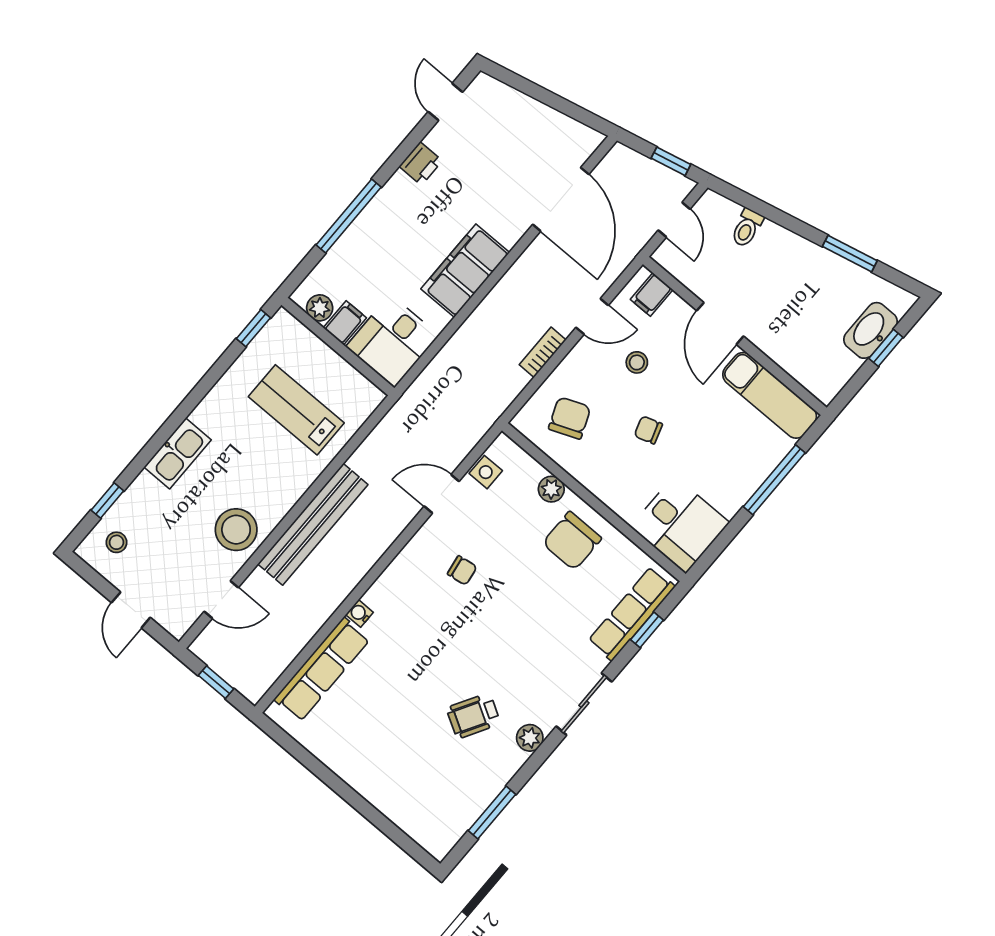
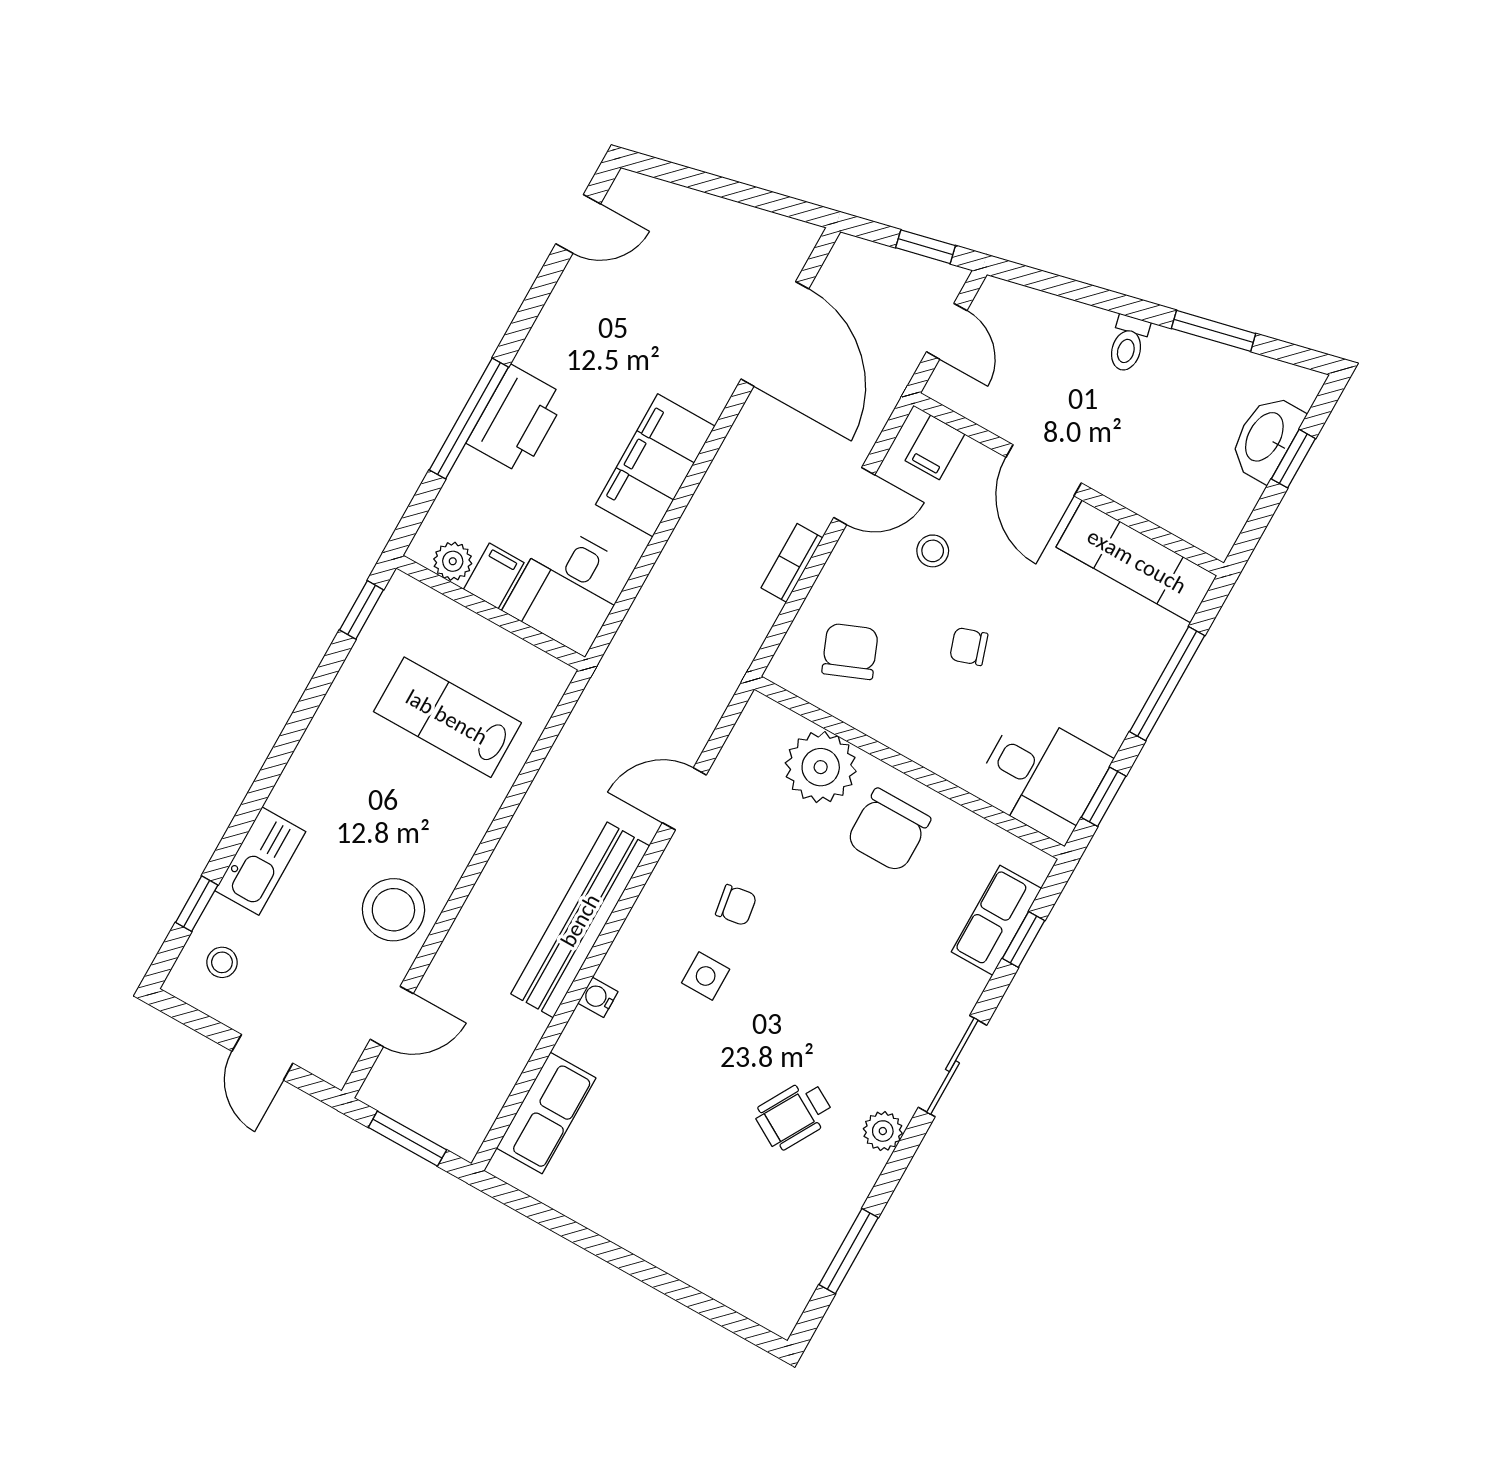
door: (445, 102) -> (578, 224), swing flipped
printer: (421, 164) -> (517, 419), moved, width x1.87, depth x1.48
toilet: (747, 228) -> (1128, 344), moved
kitchen sink: (178, 453) -> (260, 861), moved
side table: (486, 472) -> (706, 976), moved
plant: (551, 489) -> (821, 767), width x1.87, depth x1.87
bench: (313, 524) -> (580, 920), moved
window: (718, 546) -> (1104, 797), added
row of seats: (632, 614) -> (996, 920), width x0.68
row of seats: (322, 669) -> (546, 1113), width x0.68
window: (216, 682) -> (407, 1139), width x1.50

